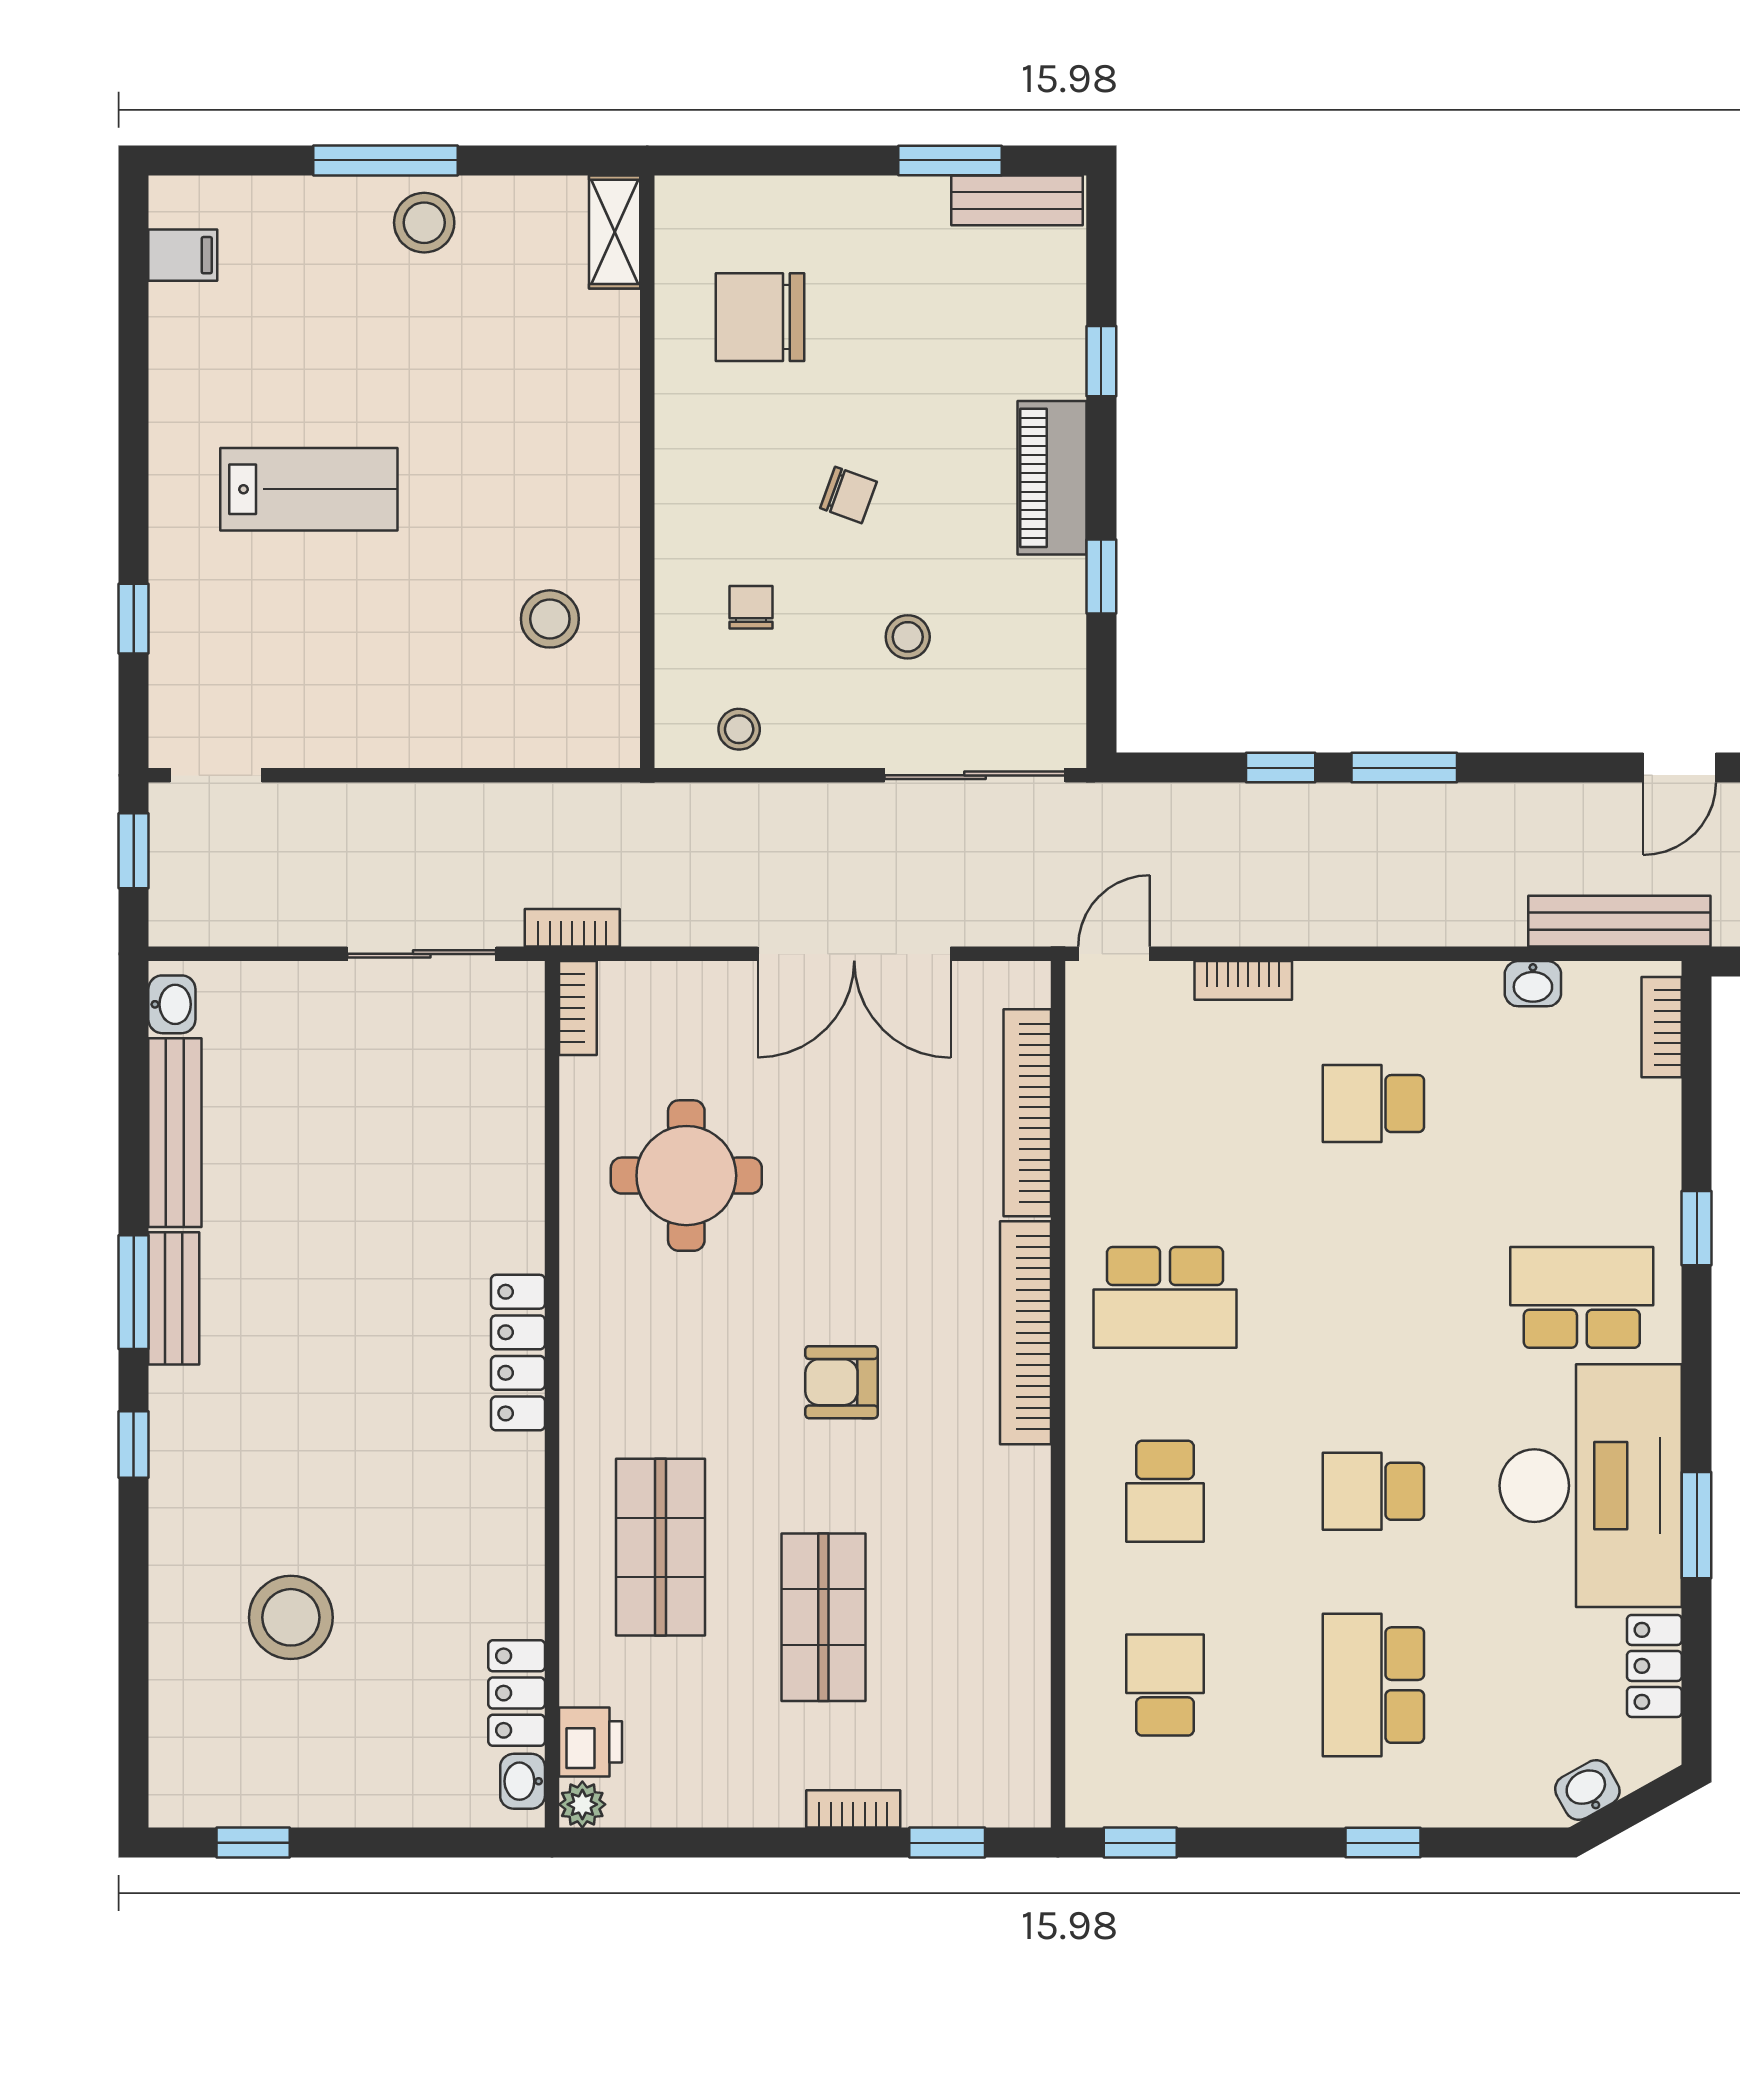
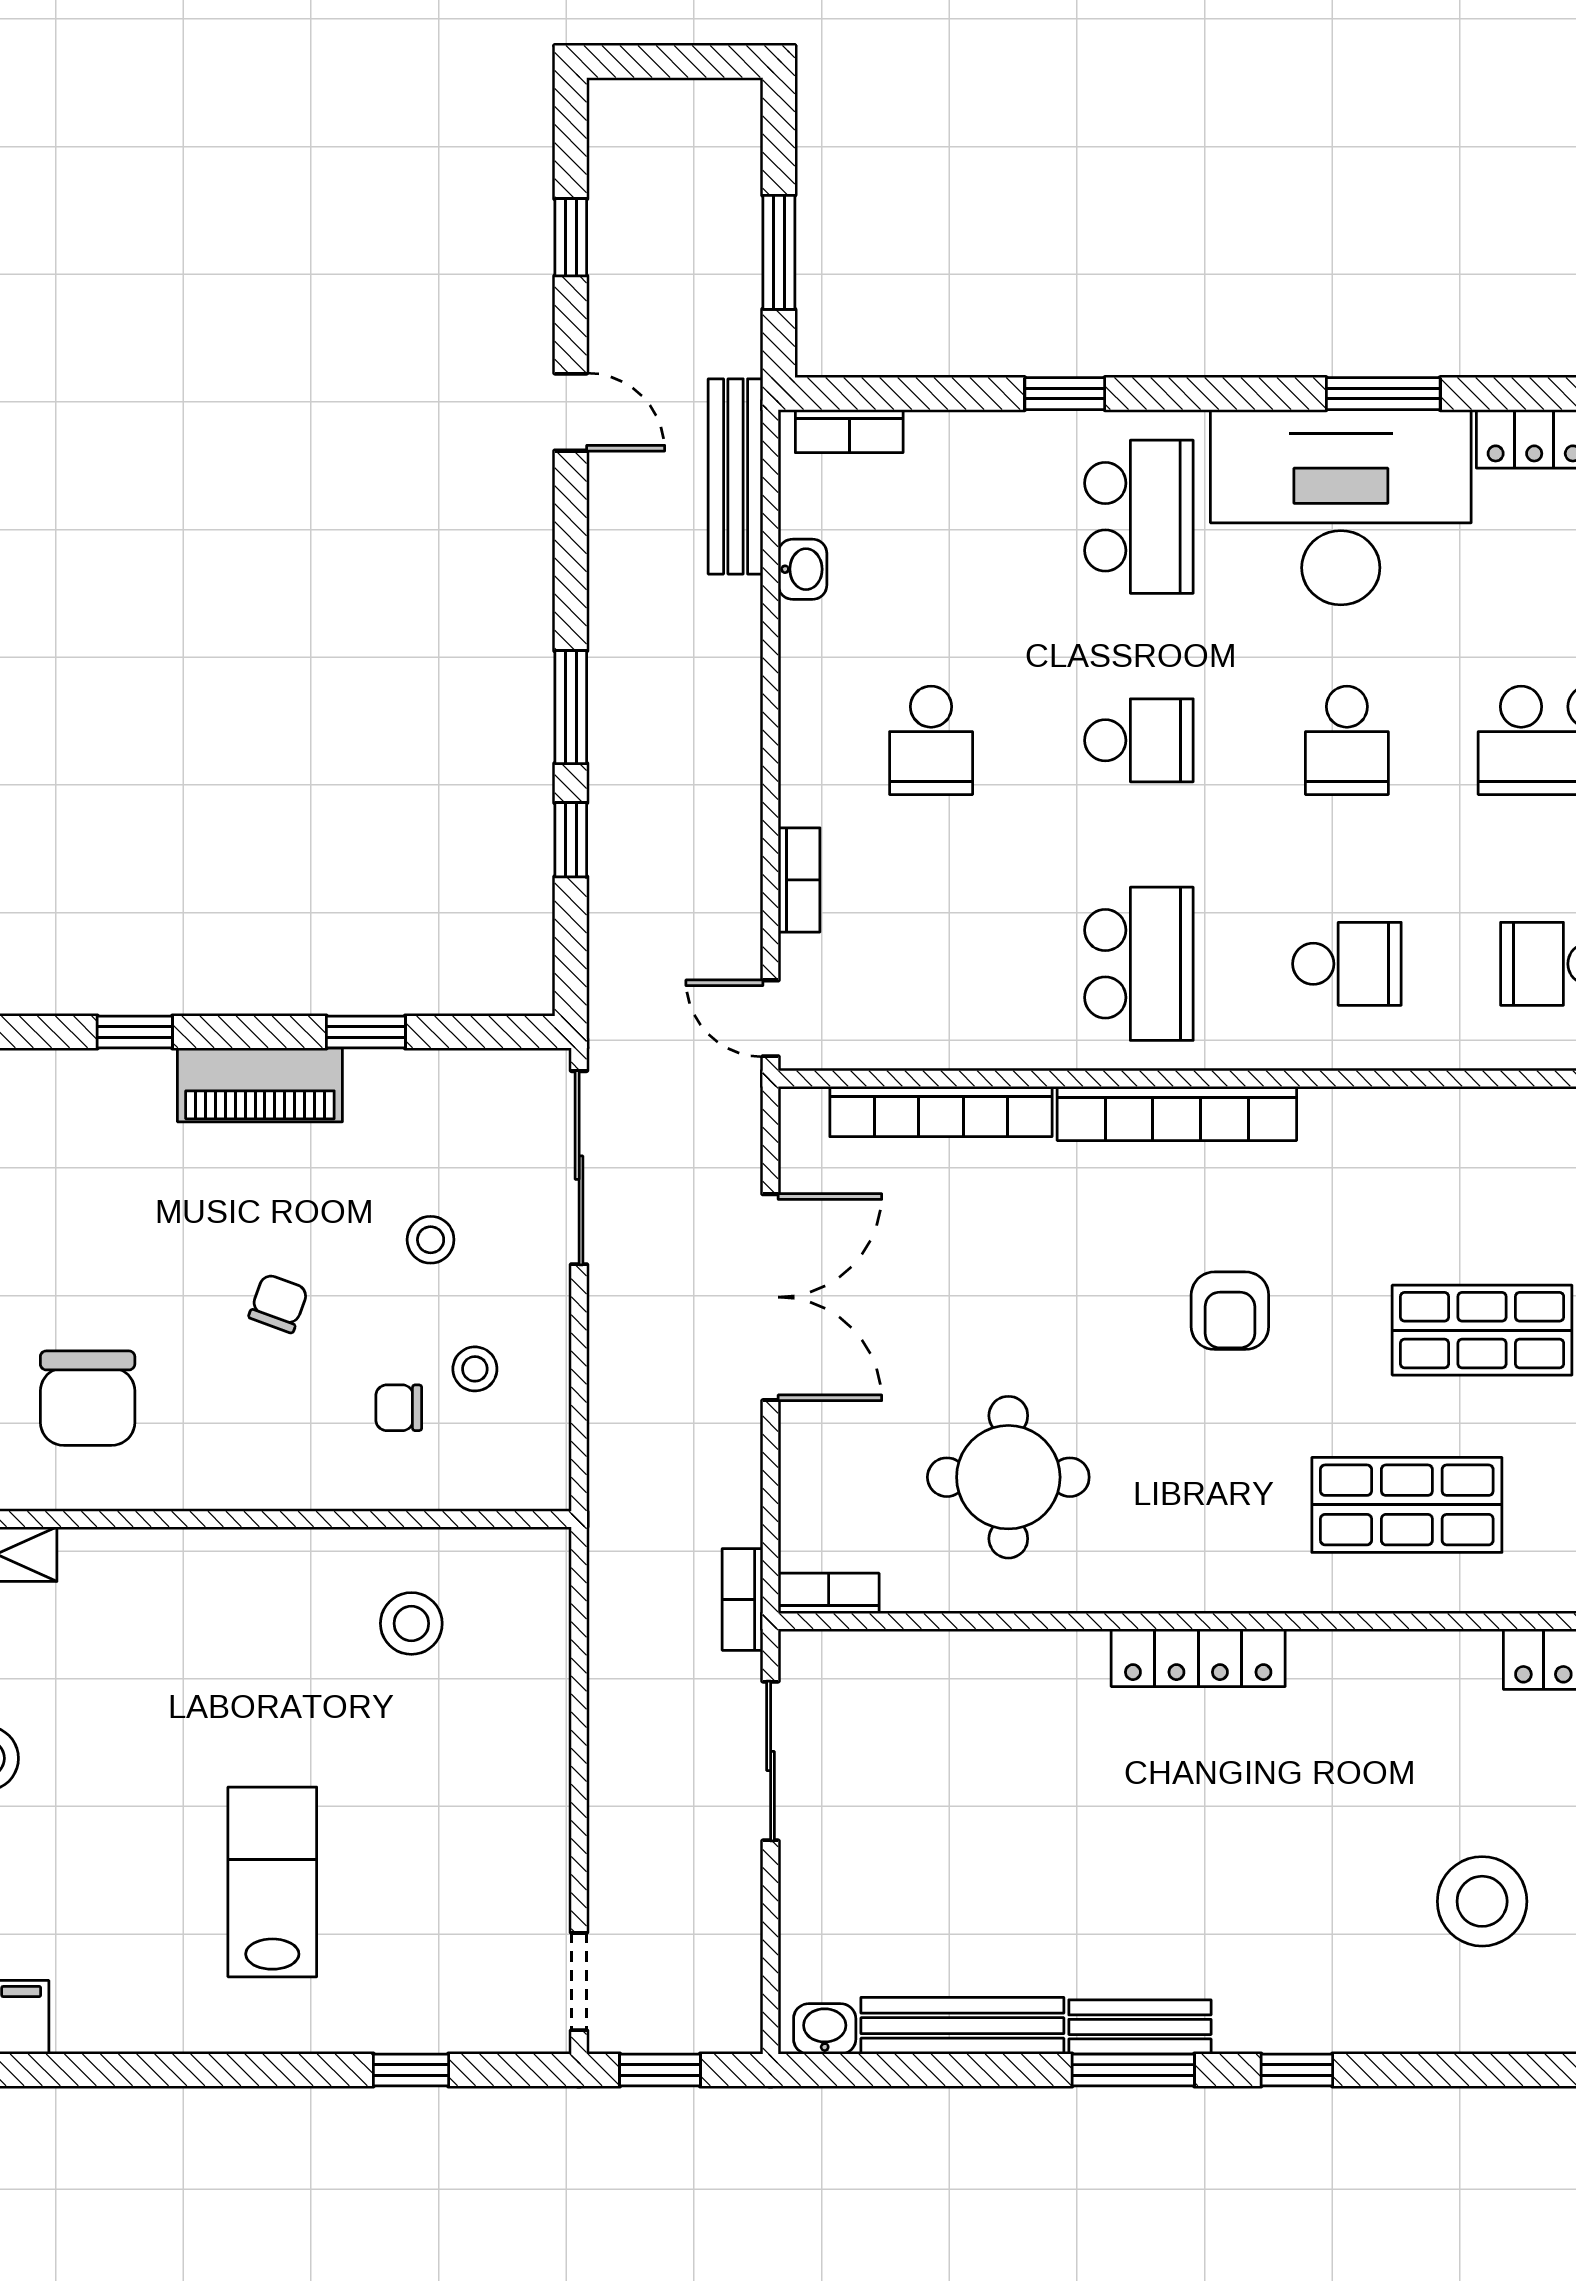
stool: (739, 729) -> (475, 1369), moved
school desk: (1373, 1297) -> (1139, 740), added
school desk: (1582, 1297) -> (1139, 517), turned 180

